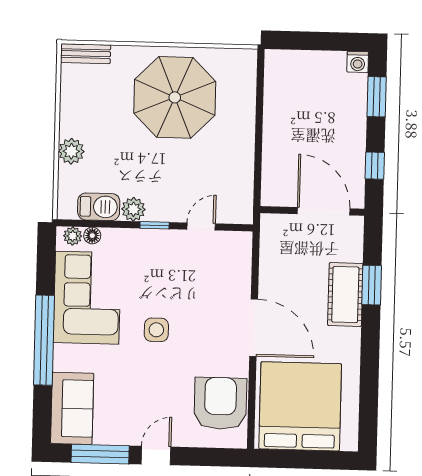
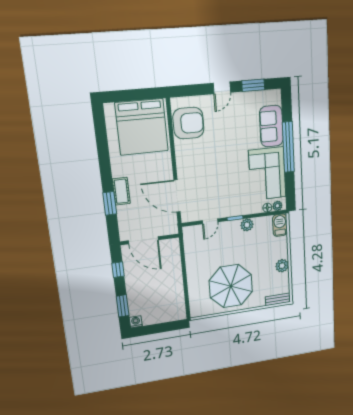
plant: (71, 151) -> (282, 266), moved
barbecue: (99, 207) -> (280, 225), moved, turned 90
cot: (345, 295) -> (121, 191), width x0.73, depth x0.75
door: (254, 328) -> (177, 196), moved
side table: (156, 330) -> (229, 161), removed
armchair: (220, 403) -> (188, 123), turned -90
sofa: (72, 408) -> (271, 126), moved
window: (100, 454) -> (253, 85), width x0.69

